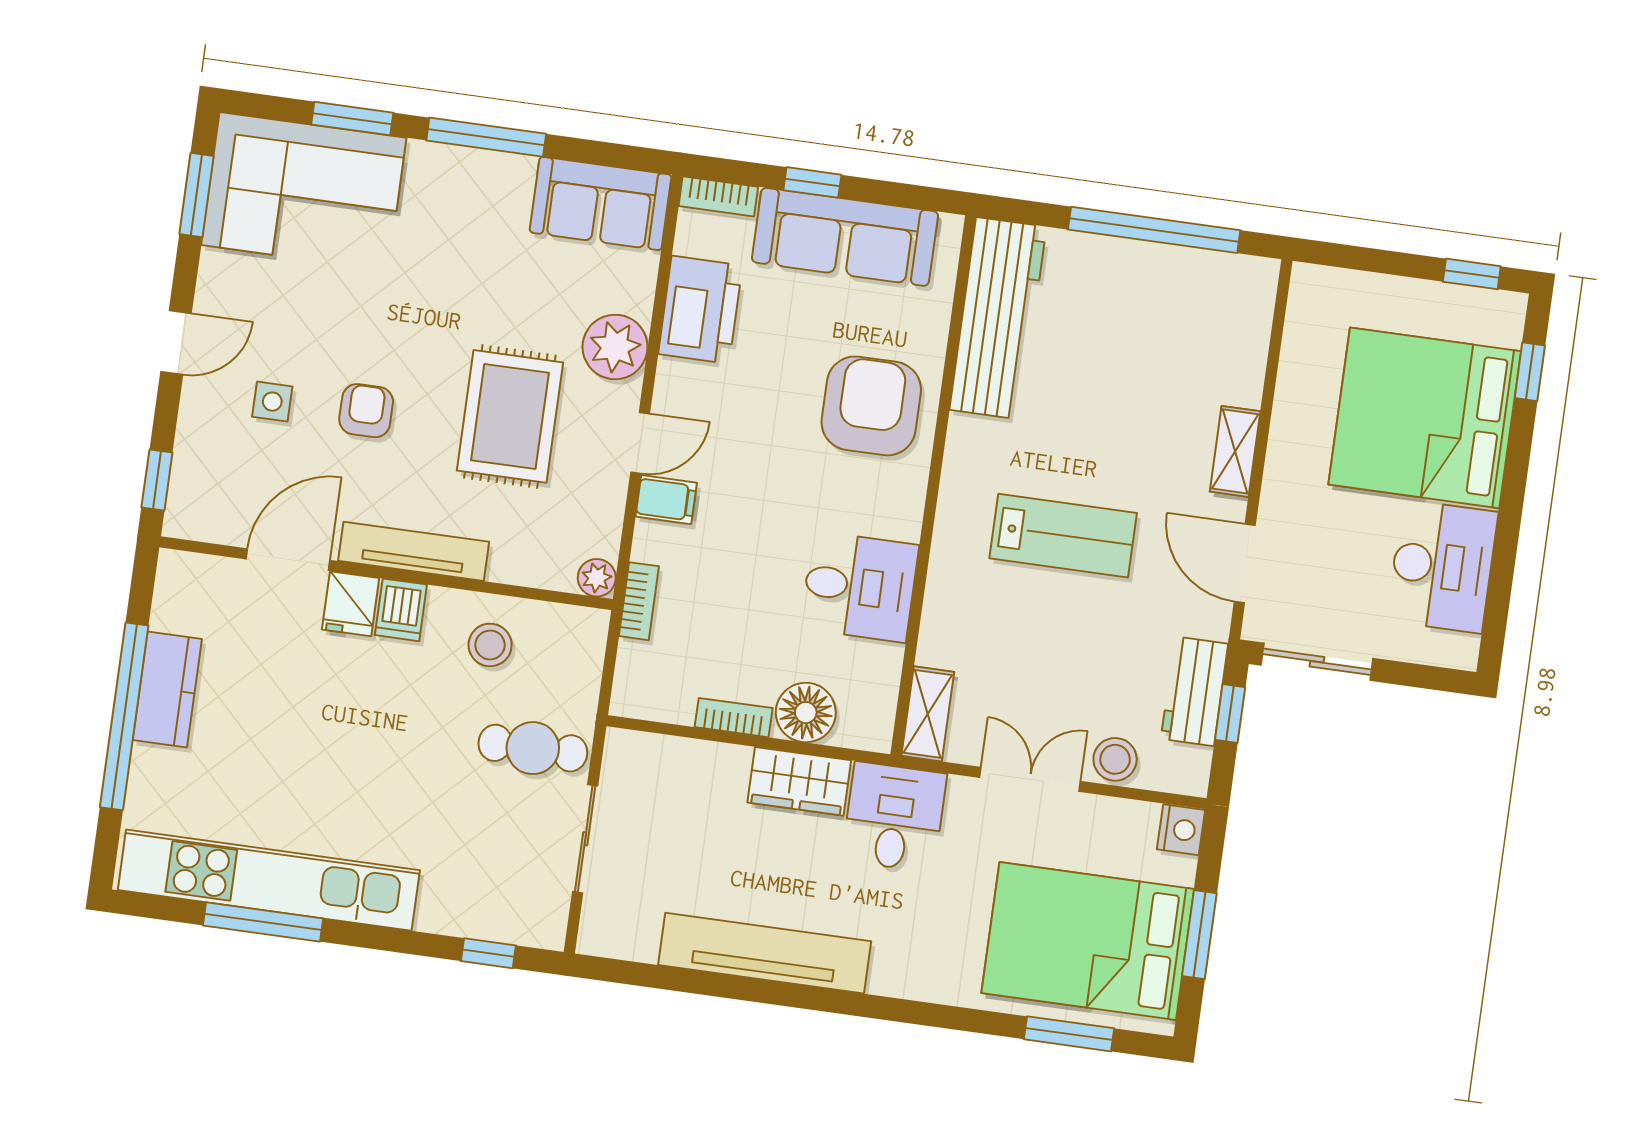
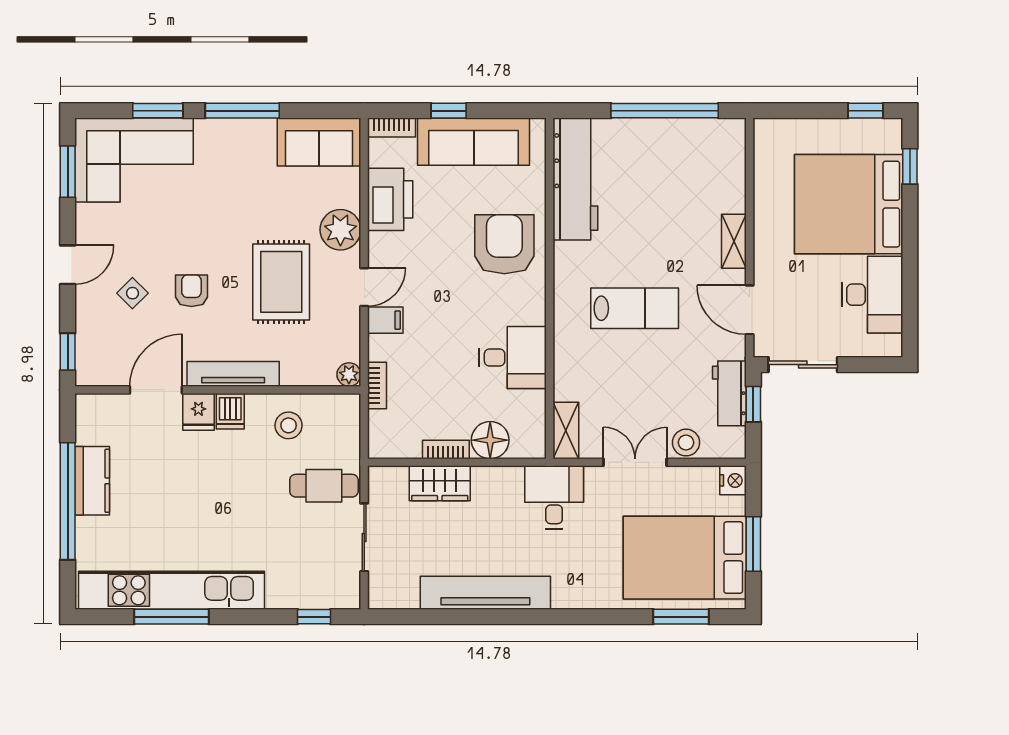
side table: (272, 402) -> (132, 293), turned 45
wardrobe: (799, 781) -> (440, 483), moved

